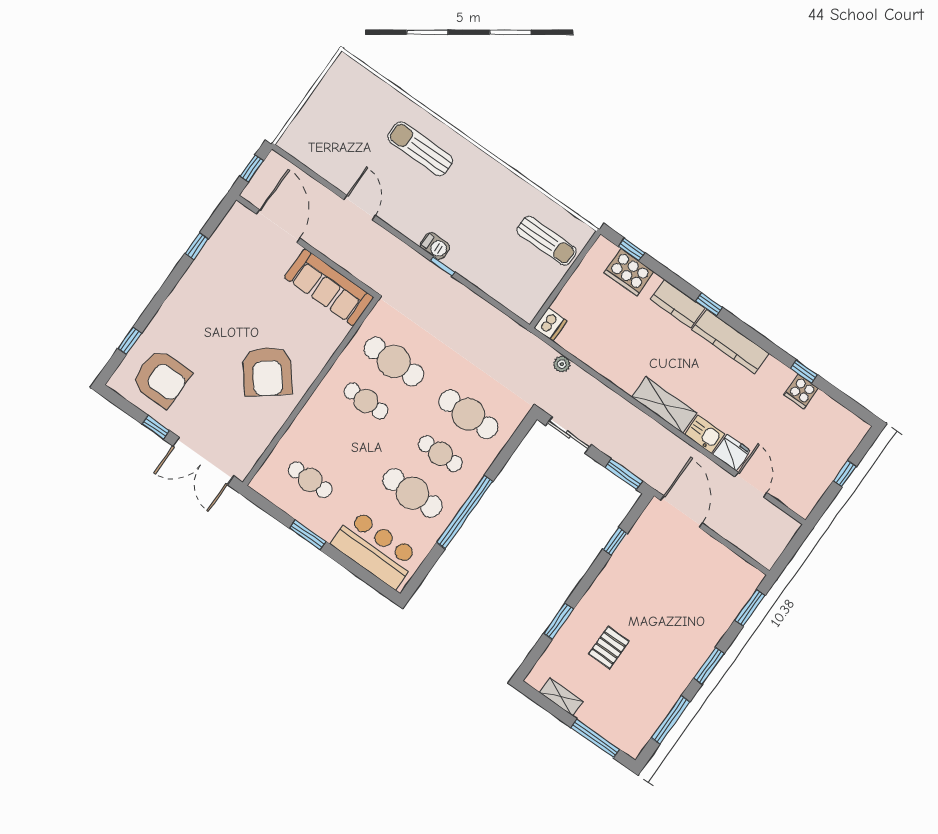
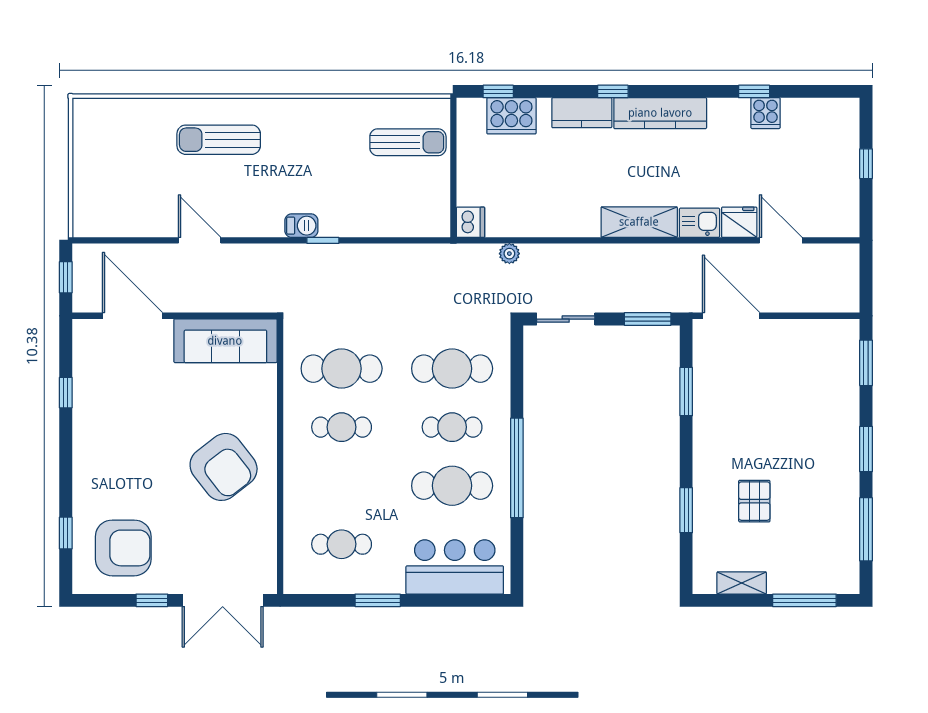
window: (615, 541) -> (686, 392), width x1.50

